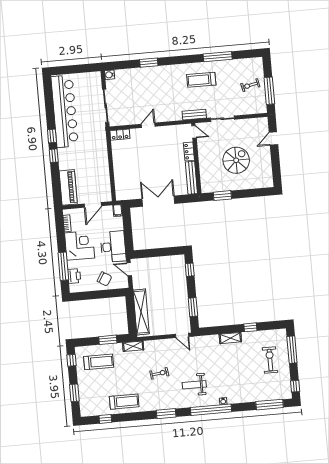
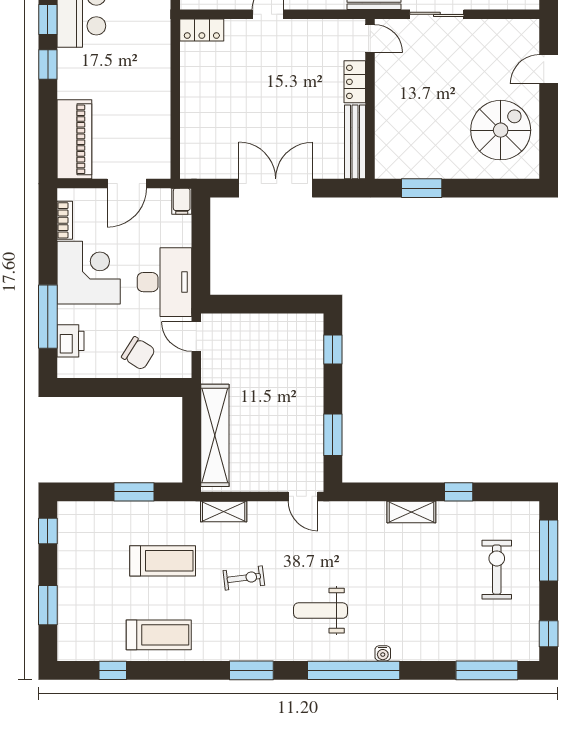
spiral stairs: (236, 160) -> (501, 130), moved
shelving: (133, 346) -> (224, 511), moved
treadmill: (99, 362) -> (163, 561), moved

